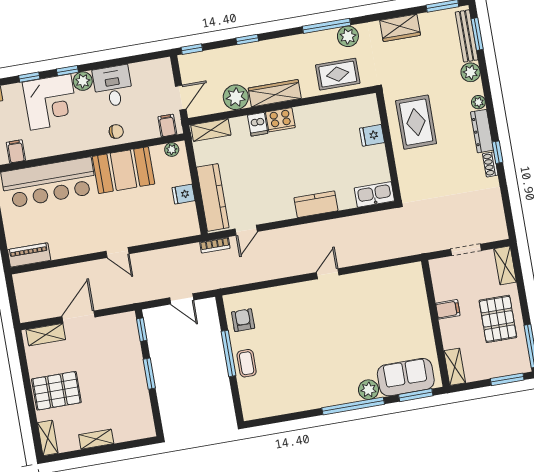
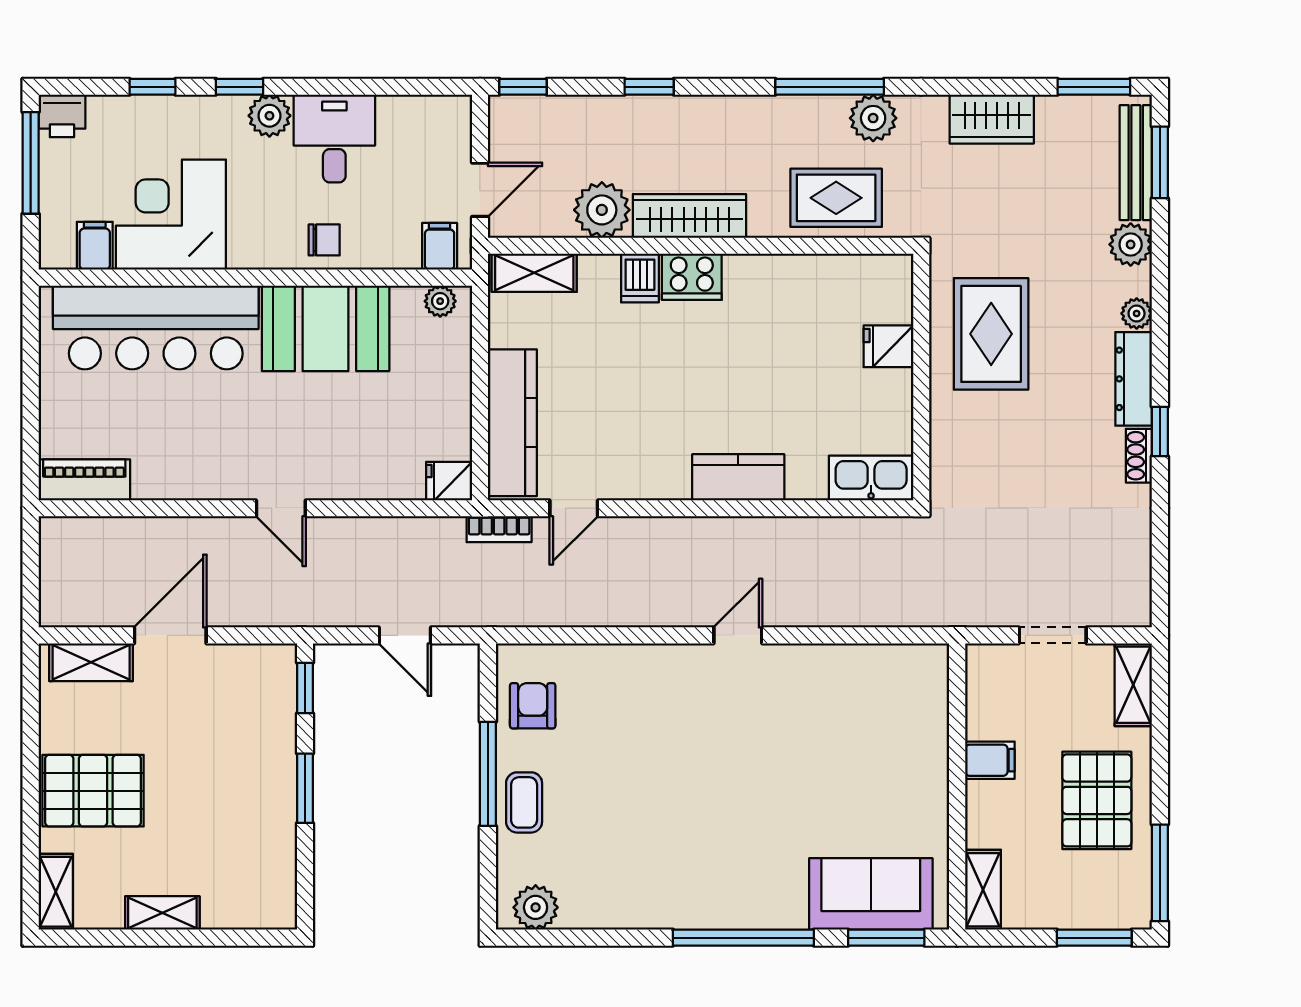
corner desk: (51, 102) -> (171, 215), moved, turned 180
fridge: (183, 194) -> (449, 481), moved
plant: (368, 390) -> (536, 907), moved

